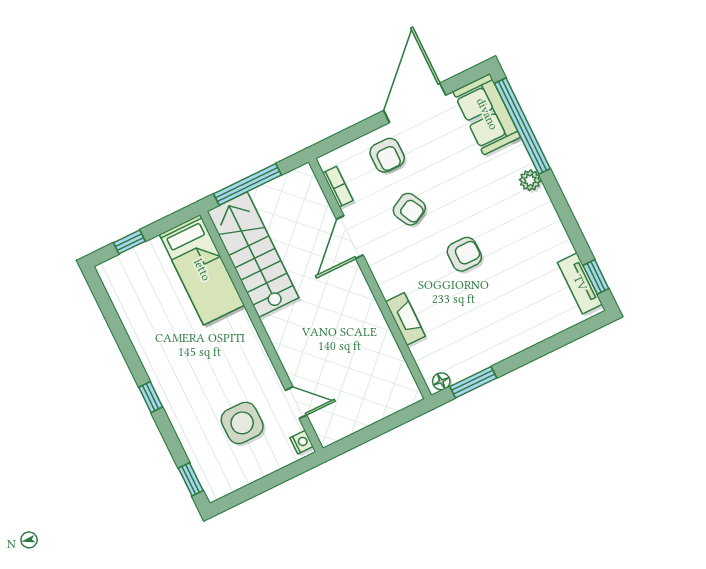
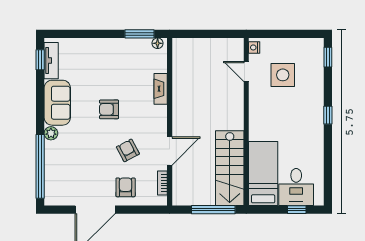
sofa: (487, 114) -> (57, 103), moved
desk: (146, 274) -> (296, 187), added

